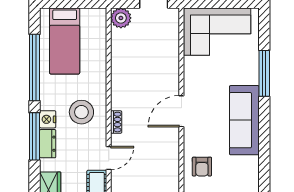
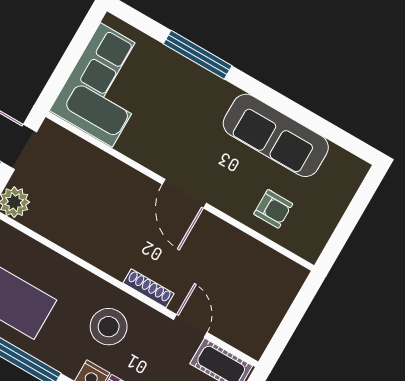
sofa: (244, 120) -> (276, 135), moved
shoe rack: (116, 122) -> (148, 288), width x1.43

